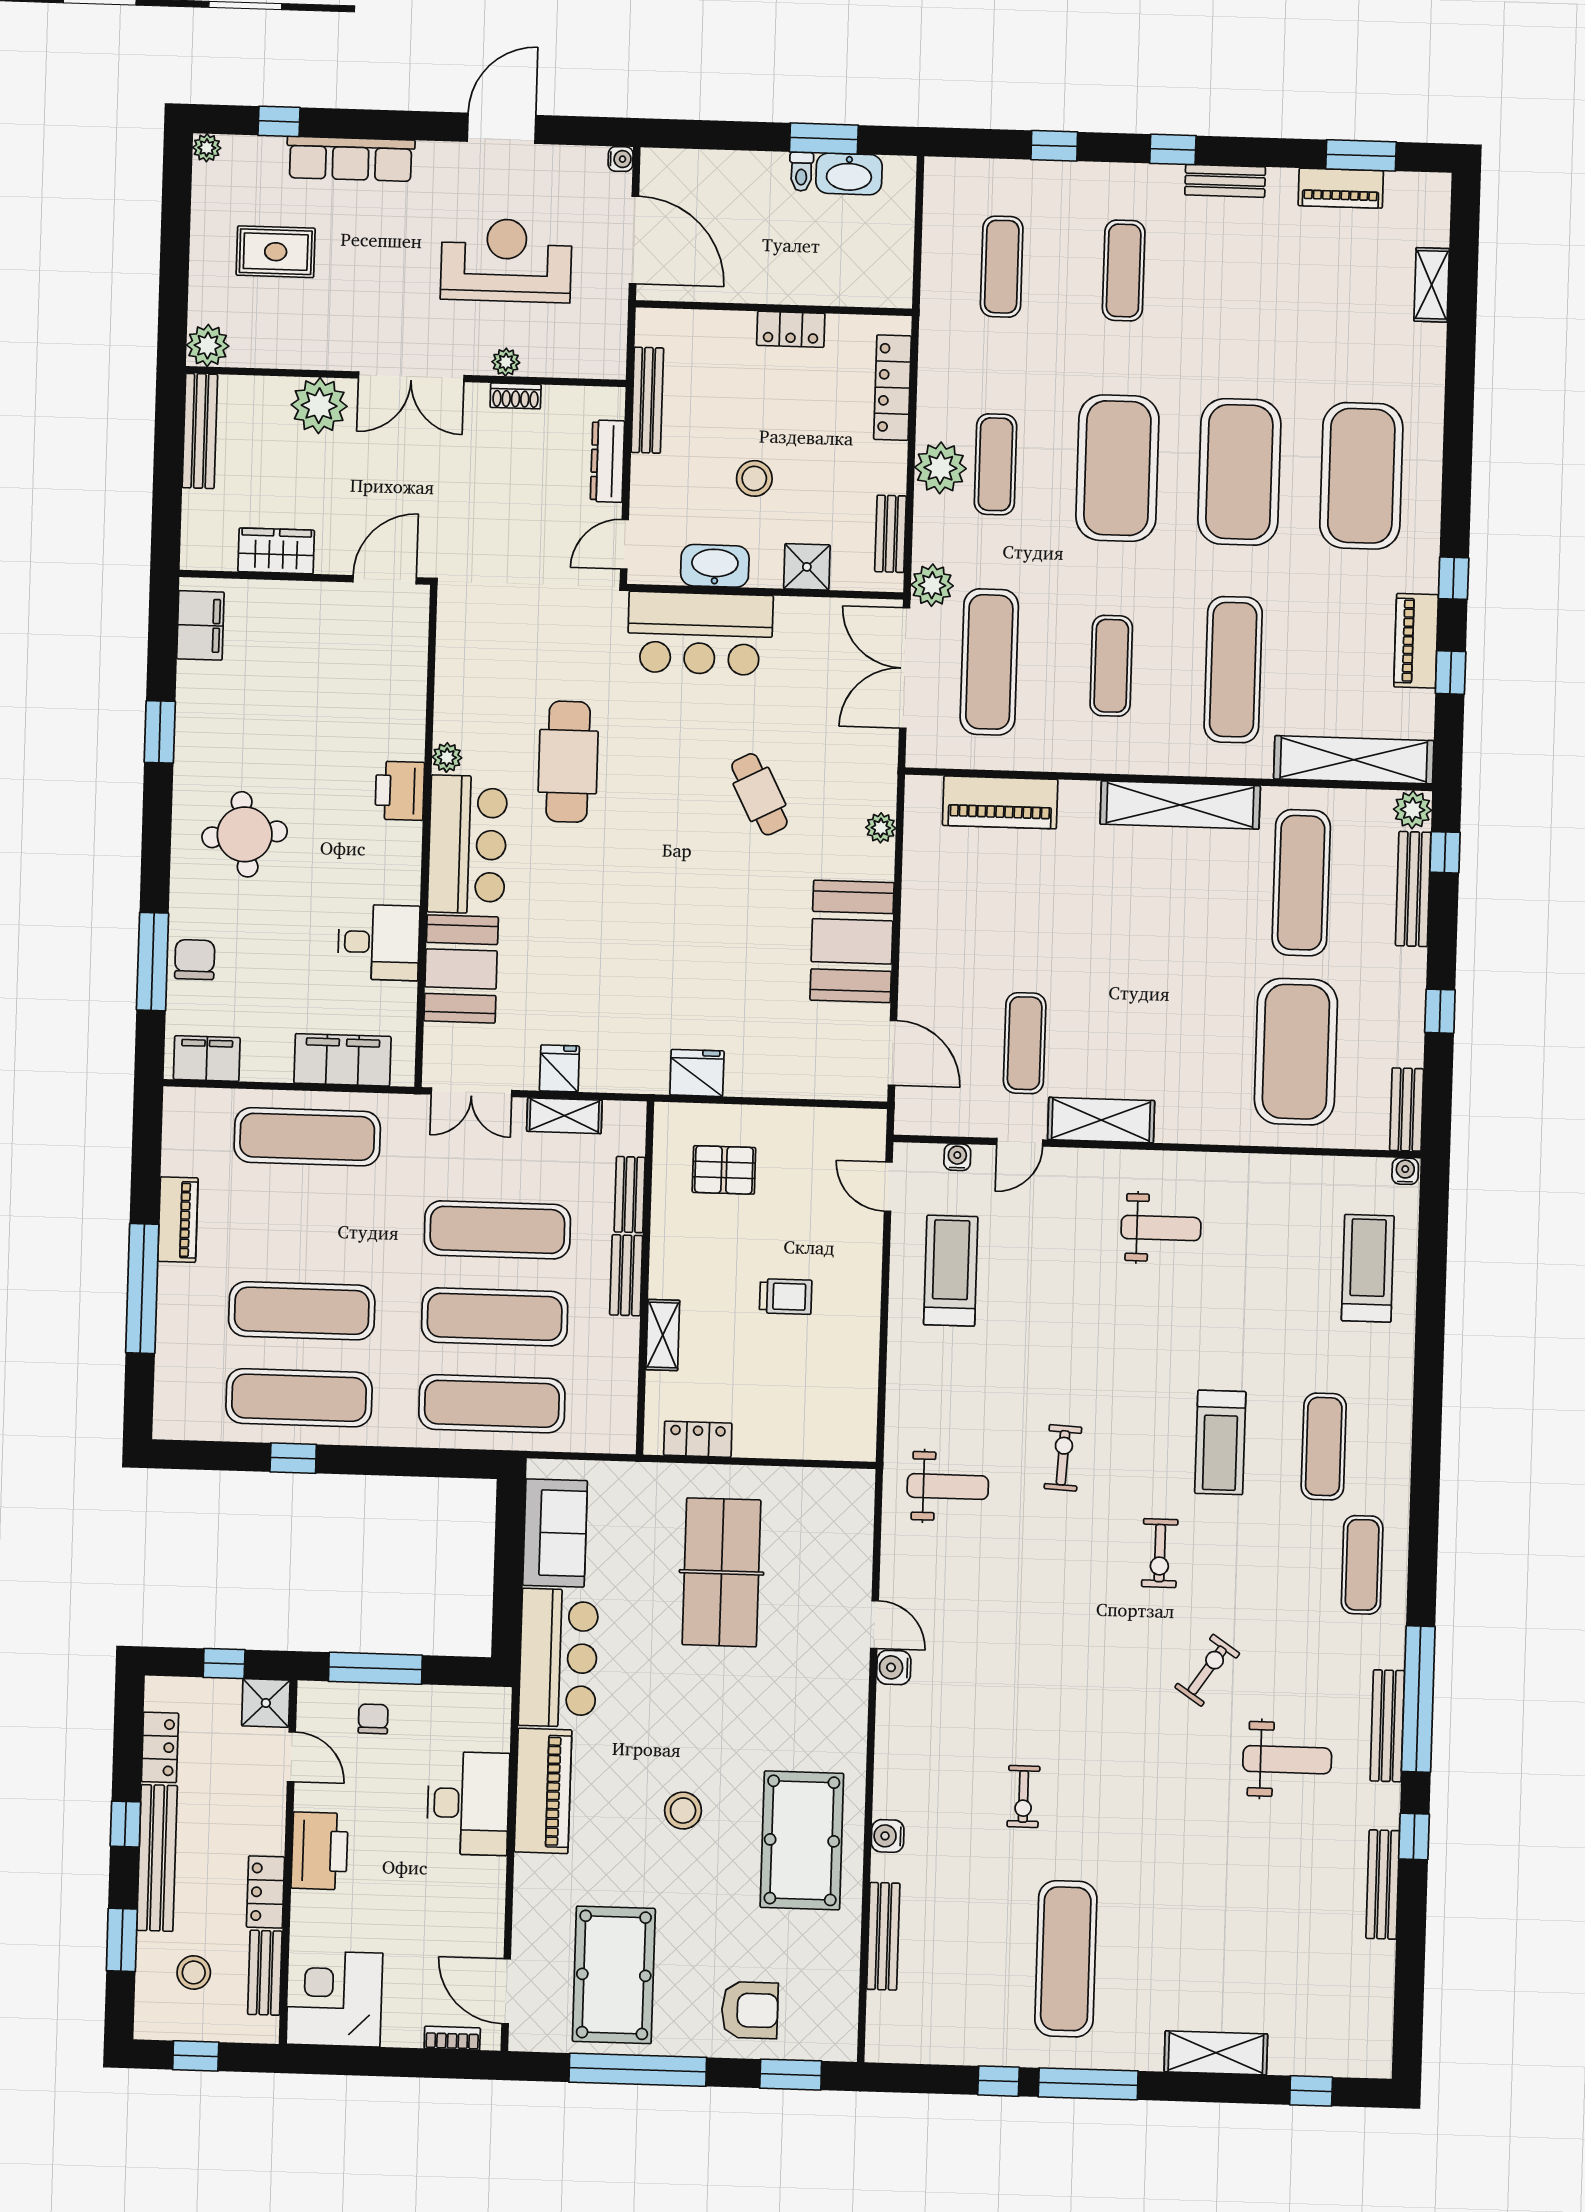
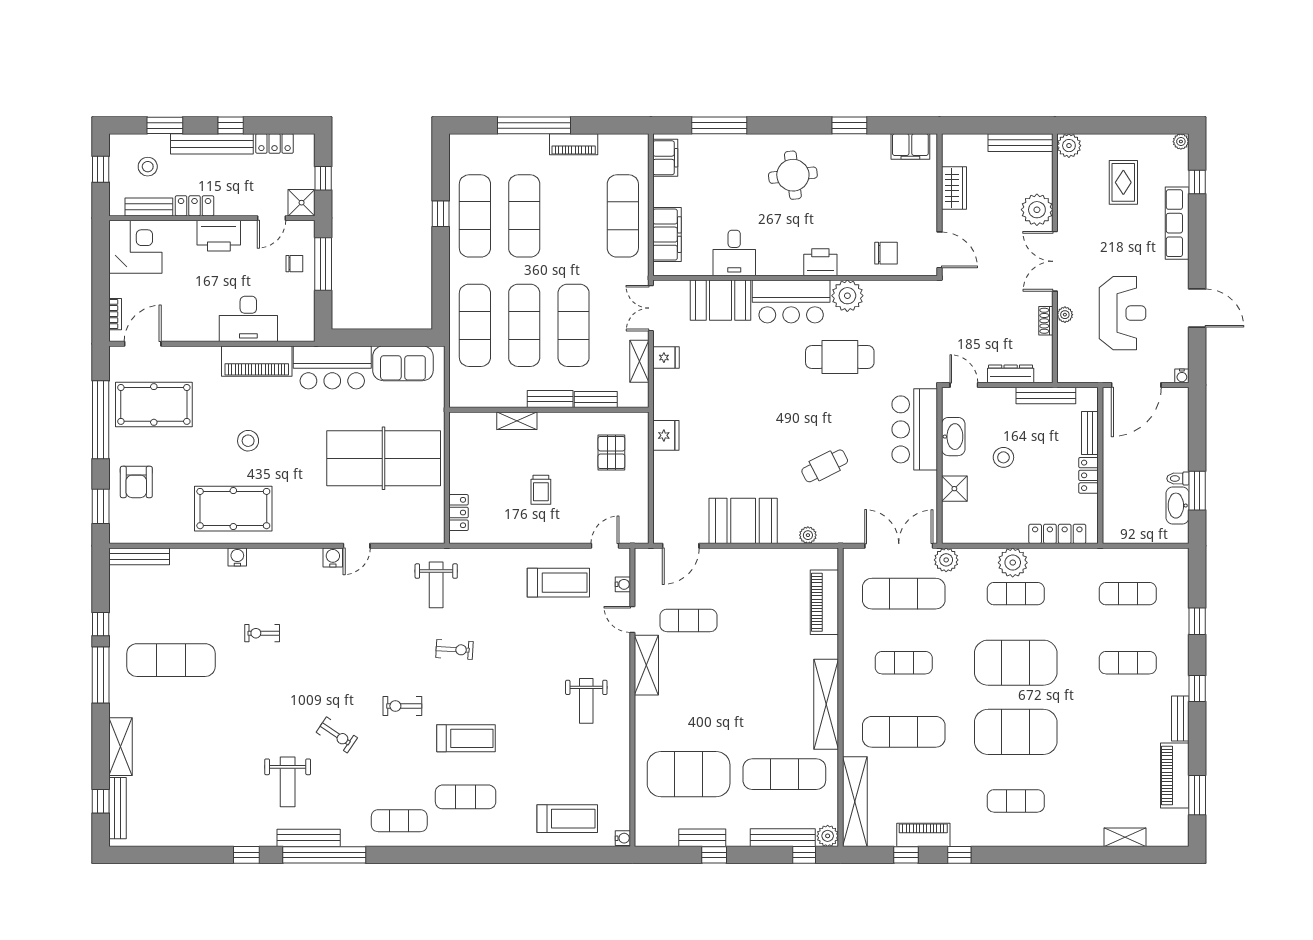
piano: (1341, 188) -> (1175, 775), width x1.37, depth x1.33
exercise mat: (1361, 476) -> (1016, 801), width x0.50, depth x0.69
bench: (891, 534) -> (1090, 433), moved, turned 90
plant: (447, 757) -> (847, 296), width x1.88, depth x1.88
chair: (195, 960) -> (886, 253), moved
bench: (1407, 1110) -> (702, 838), moved
locker: (698, 1439) -> (459, 513), moved
treadmill: (1220, 1442) -> (466, 738), turned 180
table tennis table: (722, 1572) -> (384, 458), width x1.36, depth x1.32
bench: (1383, 1885) -> (117, 808), moved, turned 90
bench: (883, 1936) -> (139, 556), moved

